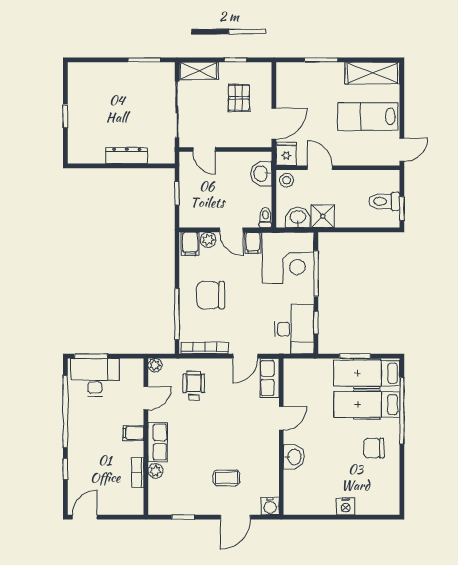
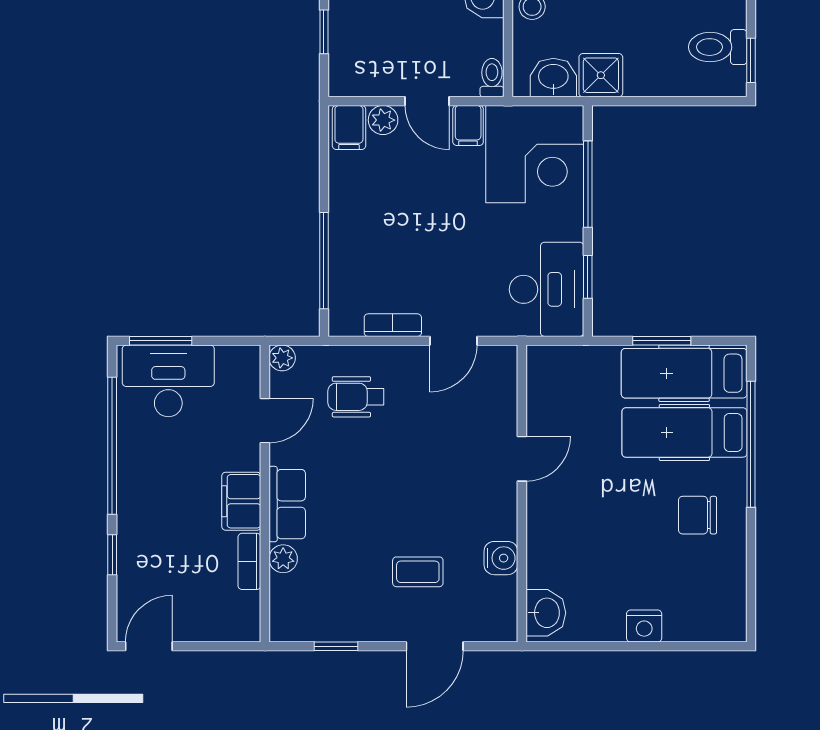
chair: (211, 295) -> (388, 225), removed
bookcase: (205, 348) -> (393, 325), width x0.64
row of seats: (270, 378) -> (500, 382), removed
wheelchair: (194, 386) -> (356, 397), turned -90
filing cabinet: (133, 433) -> (241, 501), width x2.00
washbasin: (294, 457) -> (546, 613), moved
water cooler: (270, 506) -> (501, 558), moved, turned -90

